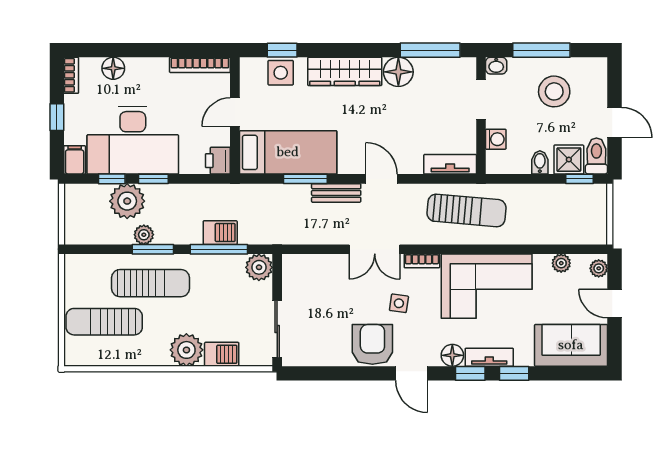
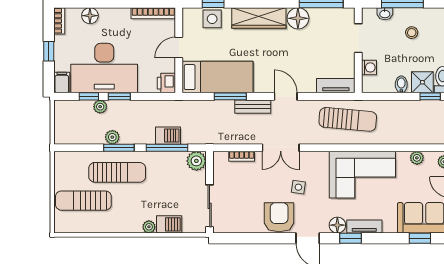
washbasin: (496, 66) -> (385, 14), moved
stool: (554, 91) -> (412, 33), width x0.53, depth x0.53
plant: (127, 201) -> (100, 107), width x0.53, depth x0.53
bookcase: (422, 261) -> (242, 156), moved
plant: (186, 350) -> (149, 227), width x0.53, depth x0.53
window: (514, 373) -> (420, 238), moved

